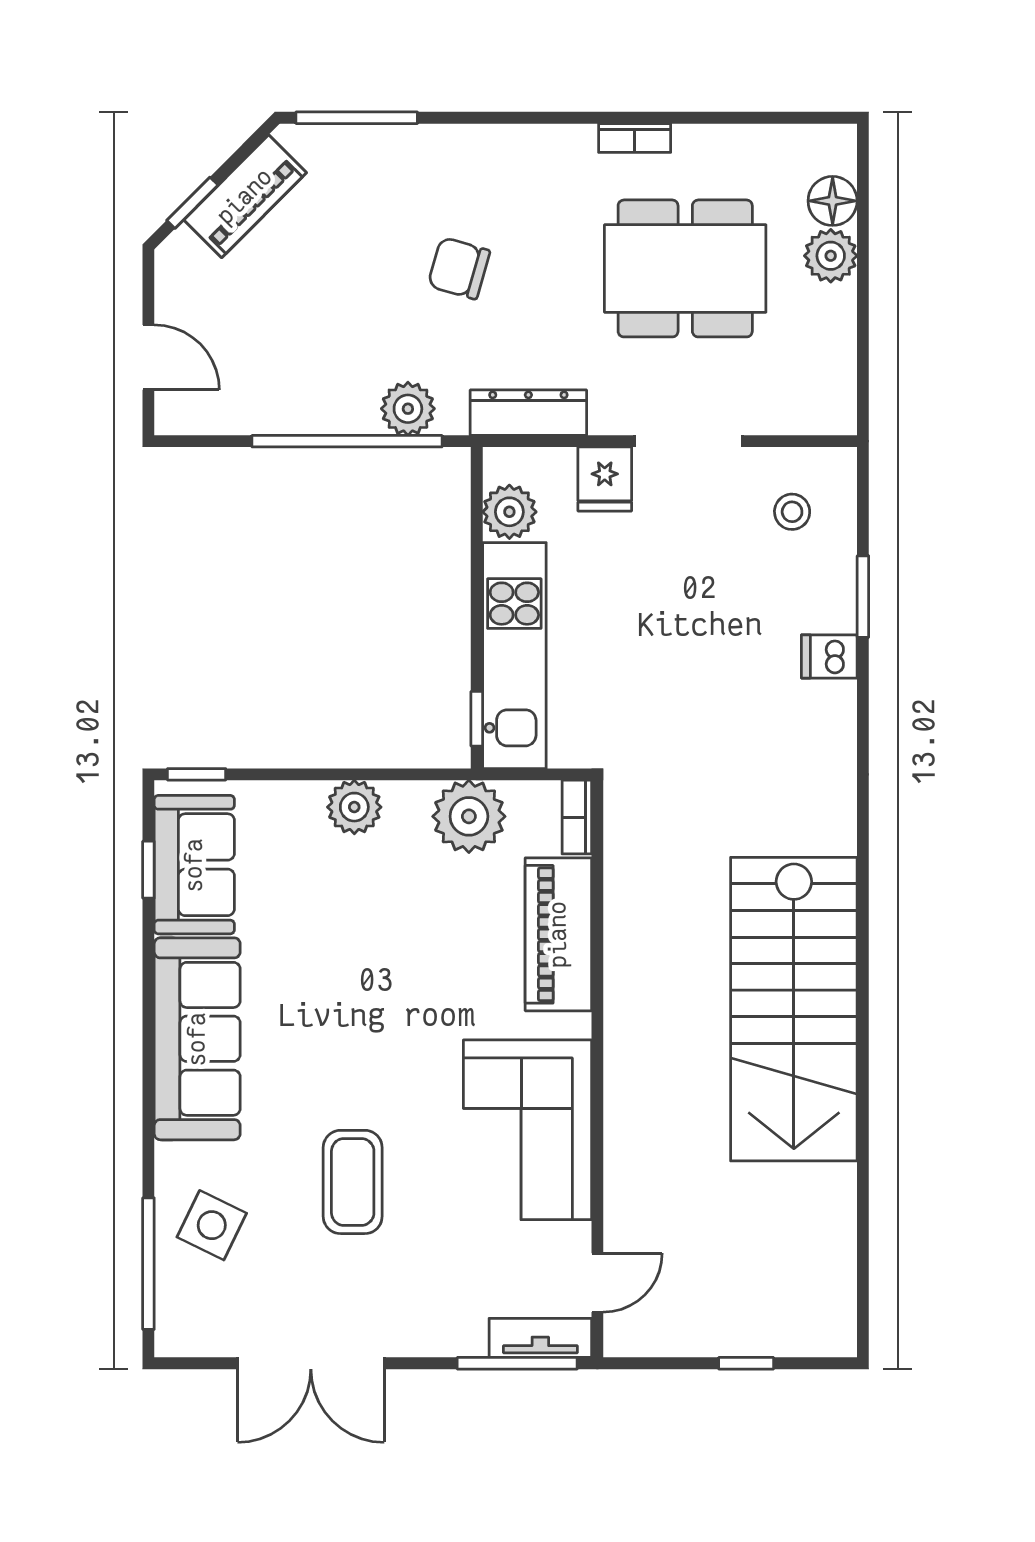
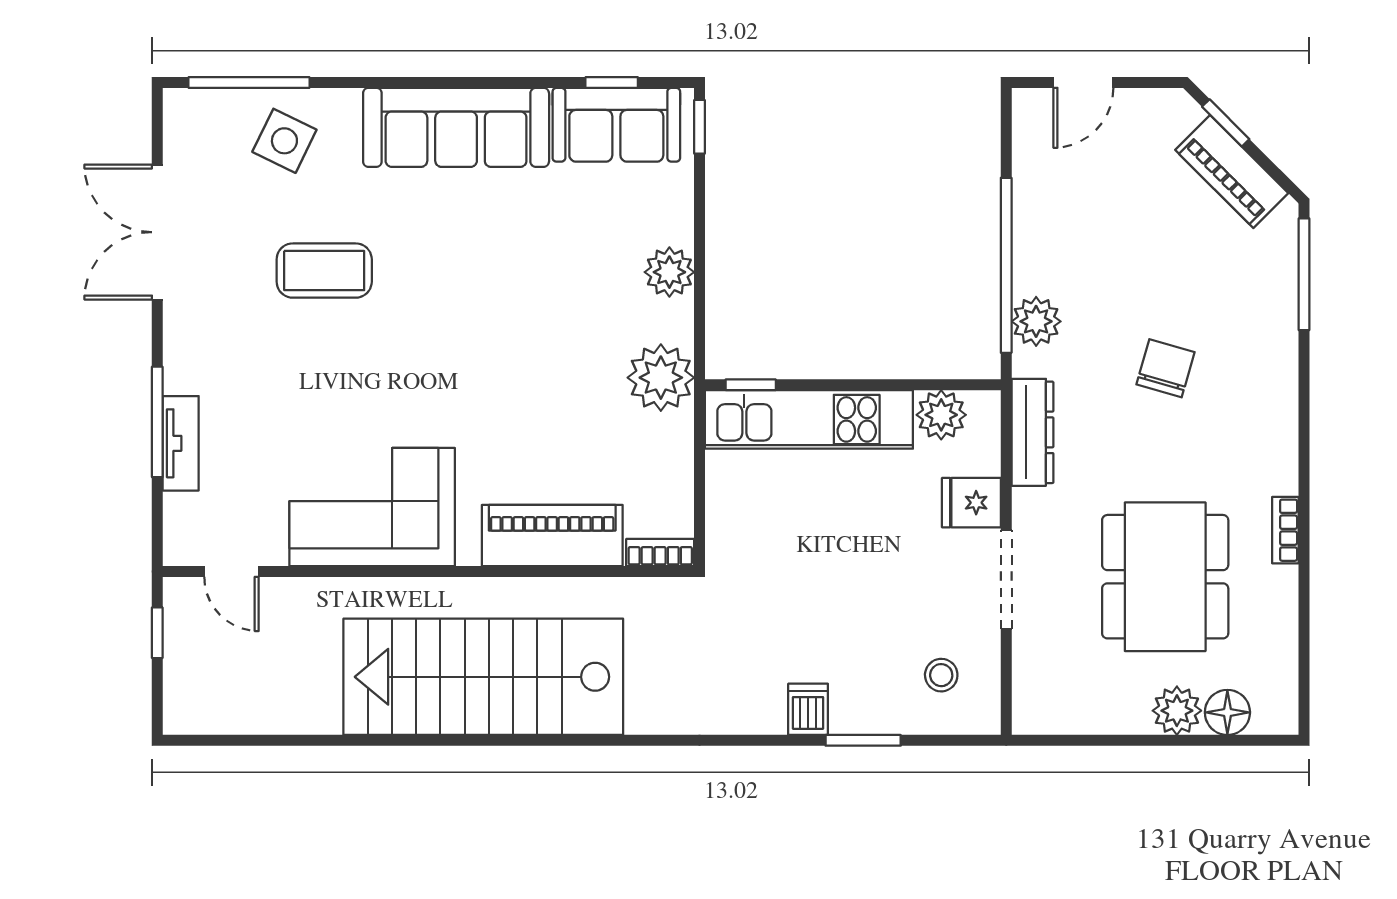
bookcase: (577, 817) -> (660, 552), moved
piano: (558, 934) -> (552, 535), moved
wall: (597, 1069) -> (428, 571), moved
corner sofa: (527, 1130) -> (372, 507), moved
door: (597, 1283) -> (231, 571), moved

